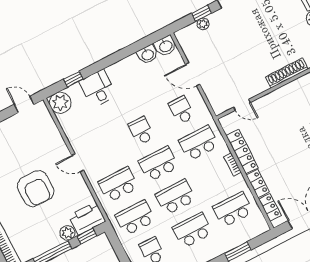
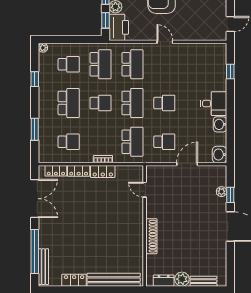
washbasin: (147, 55) -> (220, 124), moved
desk: (98, 88) -> (214, 104), moved
plant: (60, 103) -> (217, 52), removed
door: (242, 105) -> (145, 190), hinge flipped
locker: (242, 152) -> (103, 171), width x0.66
door: (78, 163) -> (165, 42), hinge flipped
school desk: (175, 197) -> (101, 103), width x0.54
school desk: (233, 210) -> (69, 142), width x0.54

